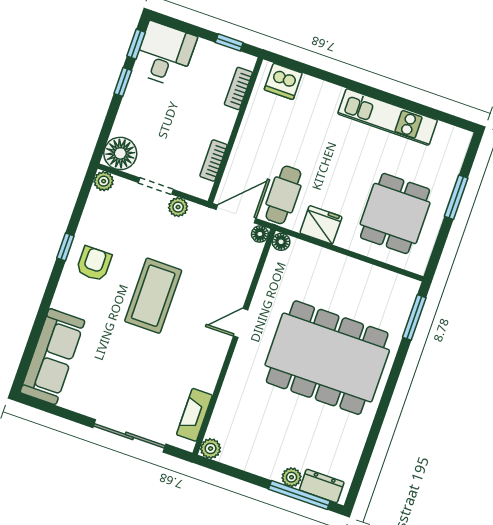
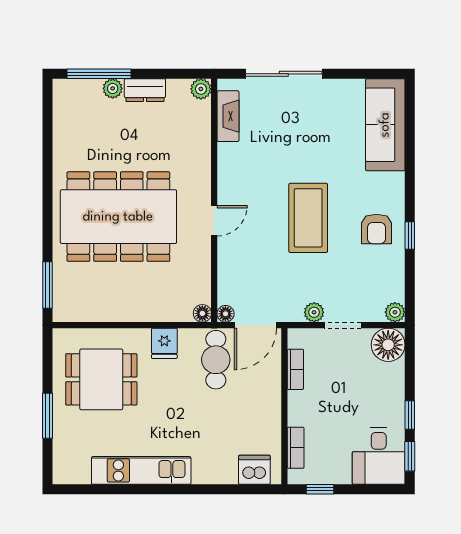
dining table: (395, 213) -> (101, 379), turned 90
fridge: (321, 225) -> (164, 343), width x0.72
dresser: (322, 486) -> (145, 90), moved

